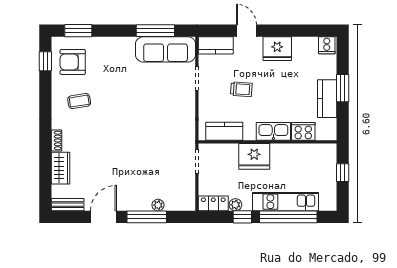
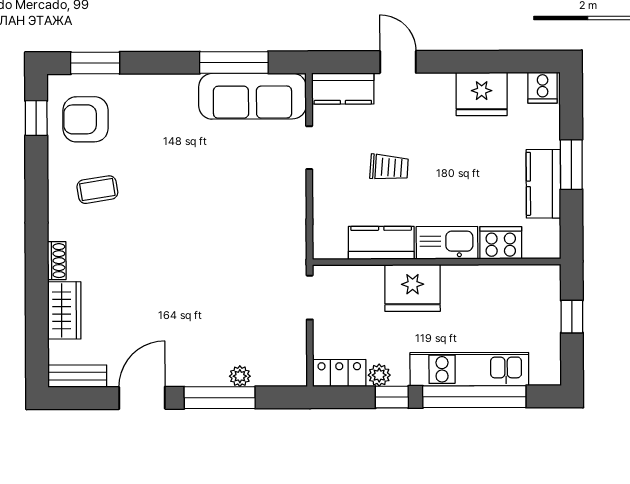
fridge: (277, 49) -> (482, 94), moved
kitchen counter: (224, 131) -> (381, 243), moved

